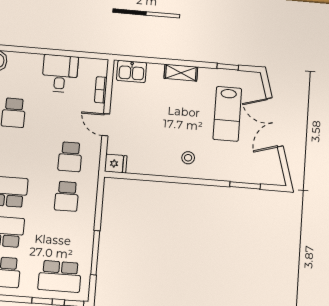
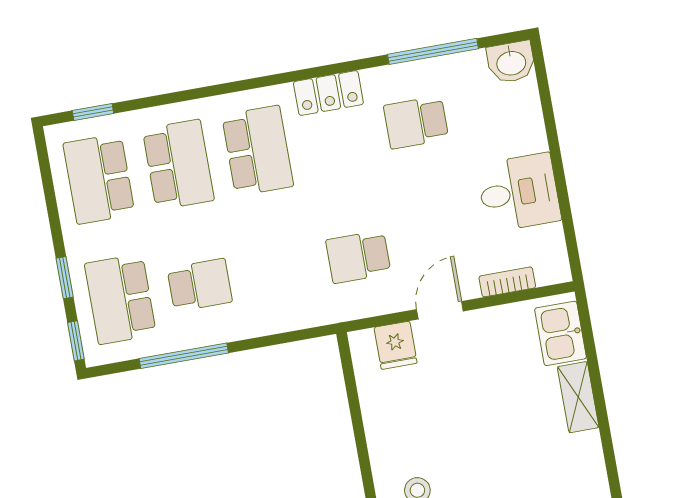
shelving: (181, 73) -> (578, 397), moved
fridge: (116, 164) -> (396, 345), moved
school desk: (67, 196) -> (200, 285), moved, turned 180

